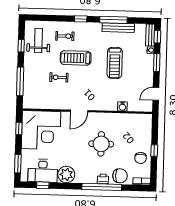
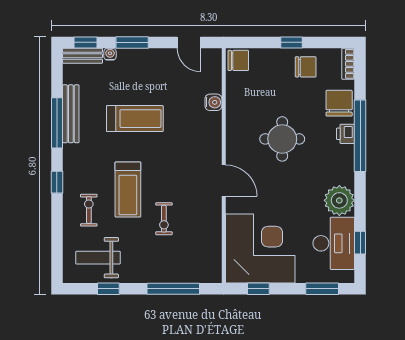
chair: (145, 121) -> (238, 60), added

